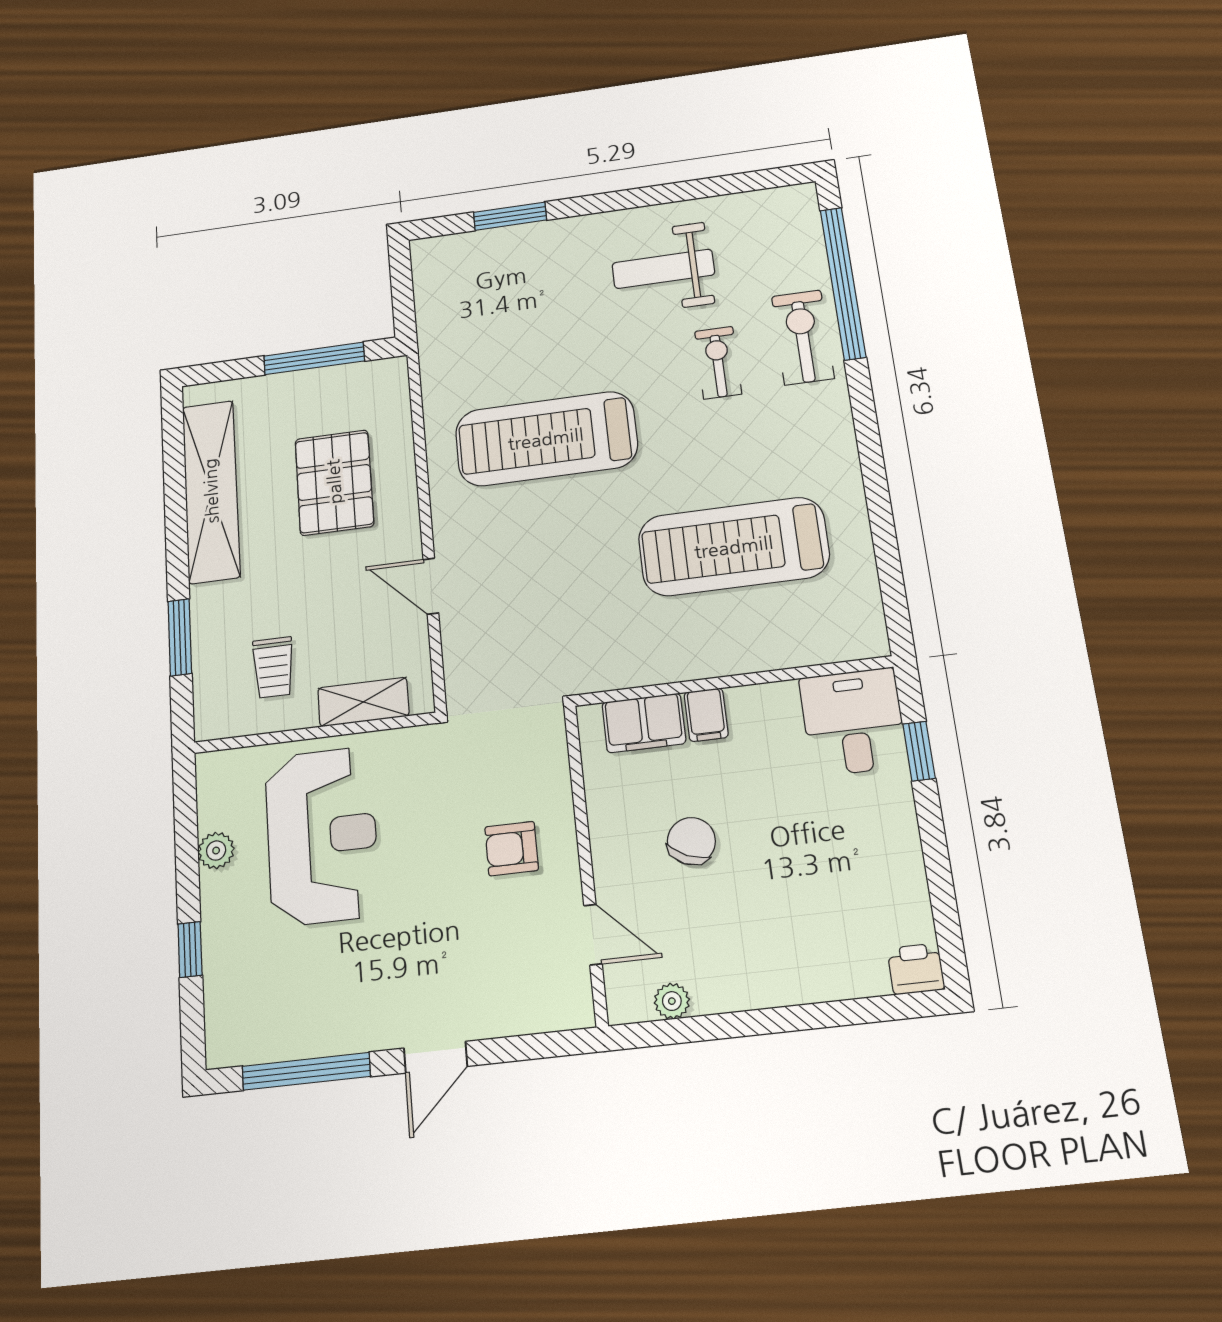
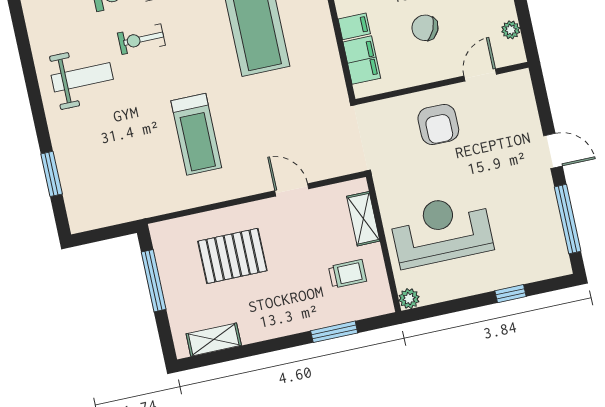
weight bench: (663, 269) -> (82, 77), turned -90
treadmill: (546, 439) -> (196, 134), width x0.73, depth x0.73
shelving: (211, 491) -> (214, 340), width x0.45, depth x0.75
door: (431, 586) -> (292, 190), swing flipped
armchair: (512, 849) -> (438, 124), width x1.38, depth x1.38
plant: (216, 851) -> (409, 299), moved

